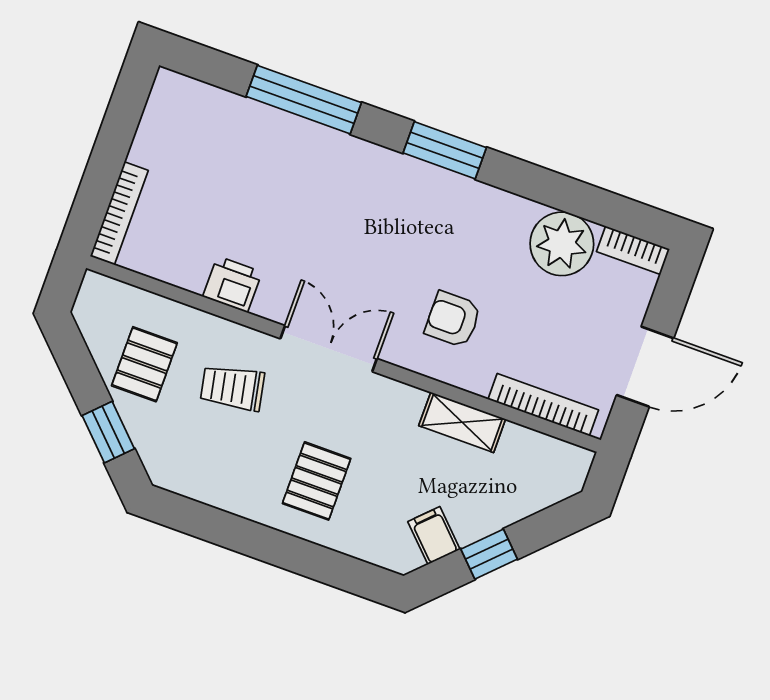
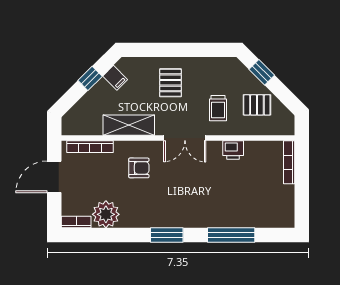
pallet: (144, 364) -> (257, 105), turned 90
trolley: (232, 388) -> (218, 108), turned 101
shelving: (462, 422) -> (129, 125), width x1.50, depth x1.33

